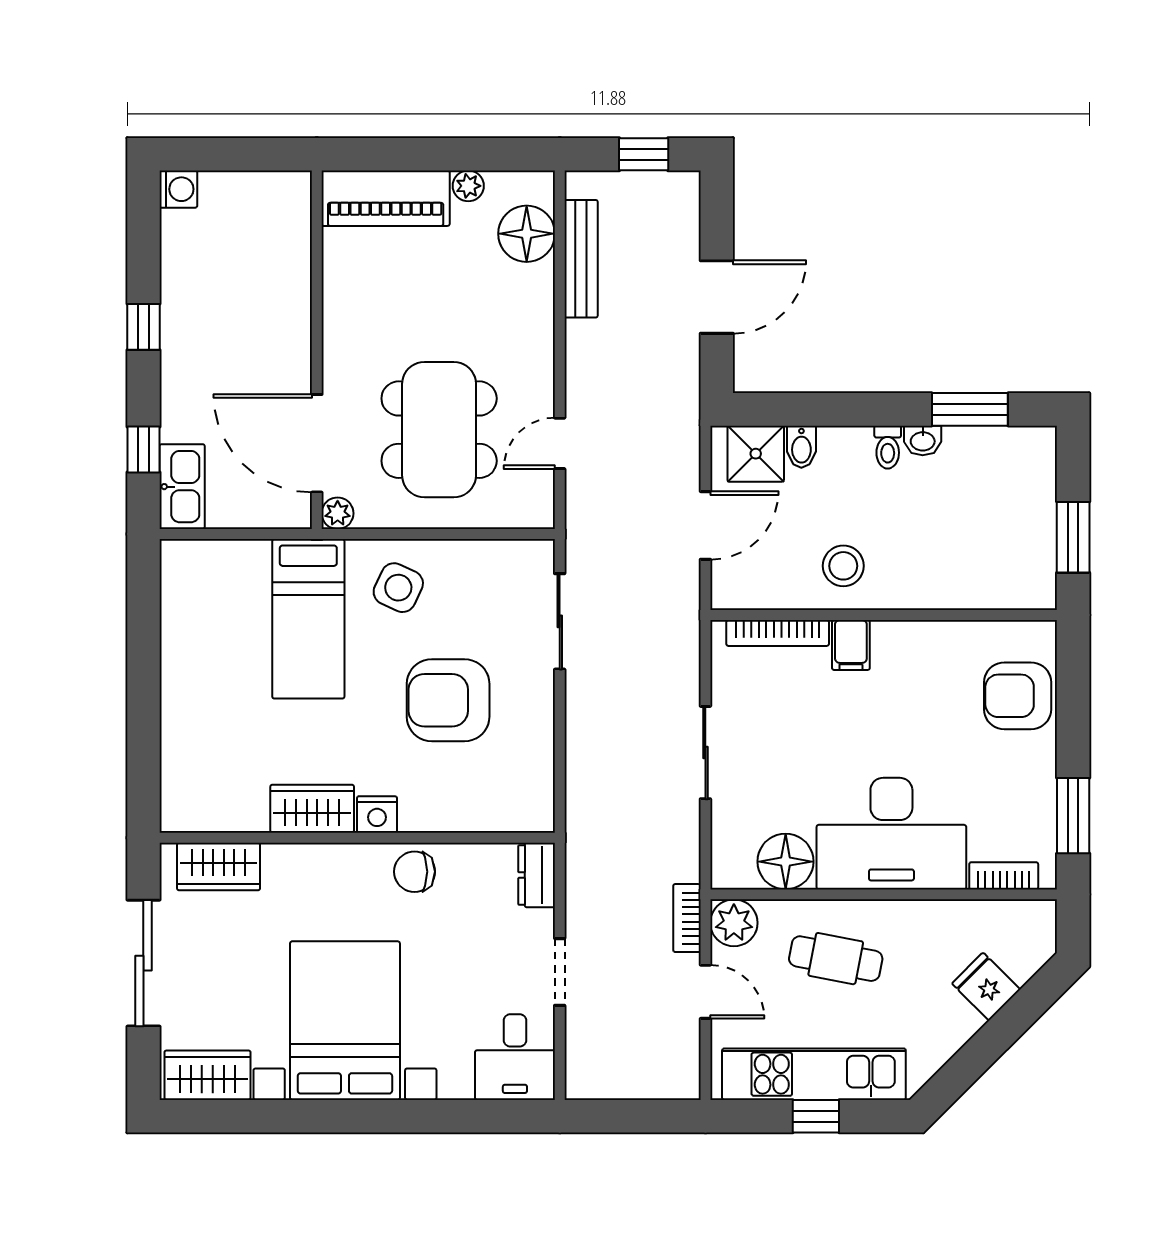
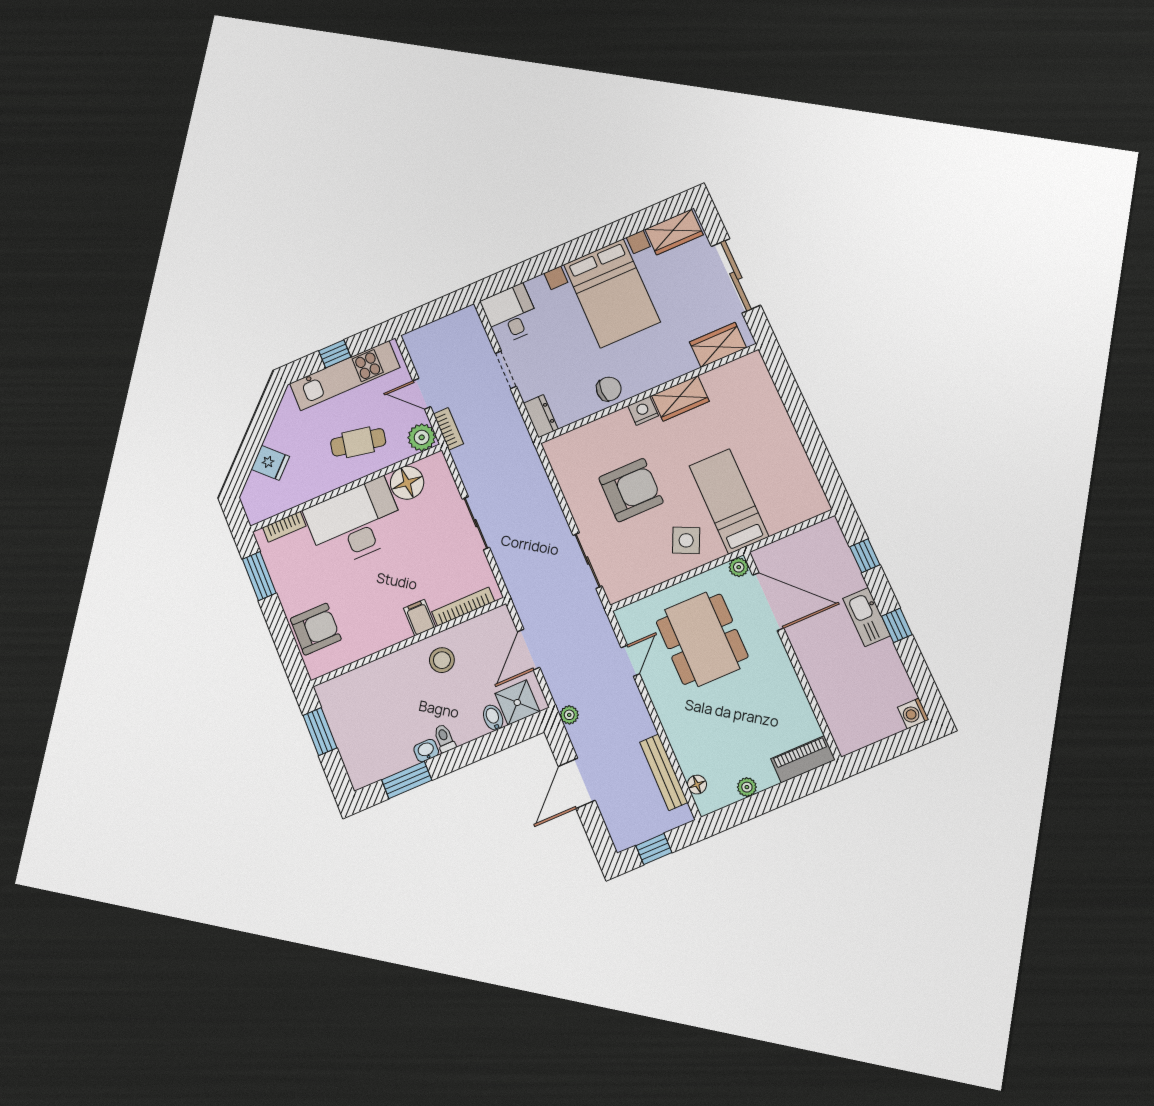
piano: (386, 198) -> (803, 759), width x0.73, depth x0.75
floor lamp: (527, 234) -> (697, 785), width x0.53, depth x0.53
plant: (685, 402) -> (569, 715), added
kitchen sink: (182, 487) -> (867, 617), moved

